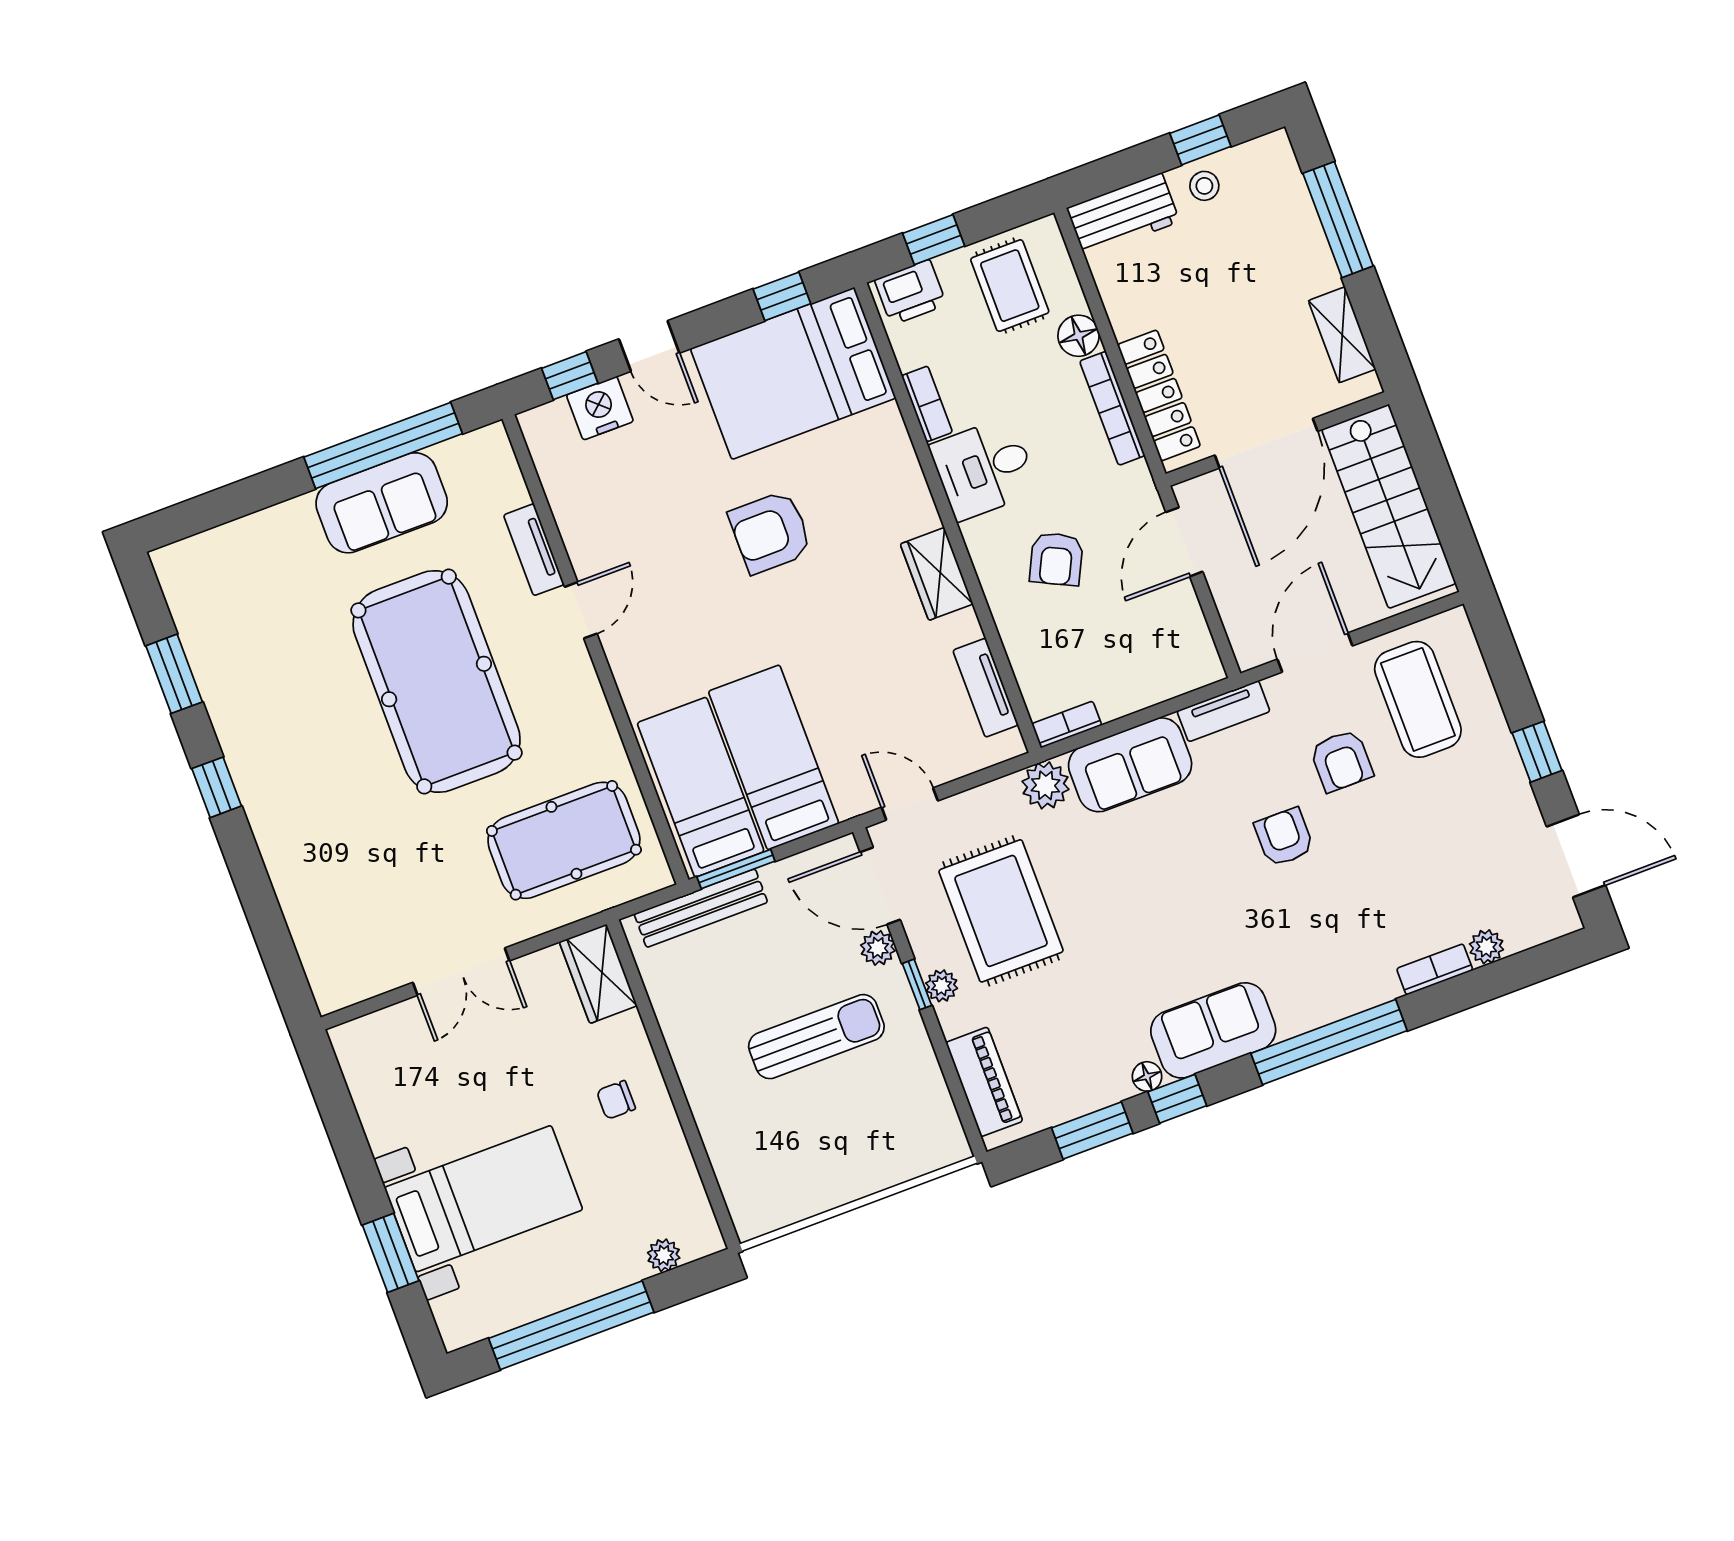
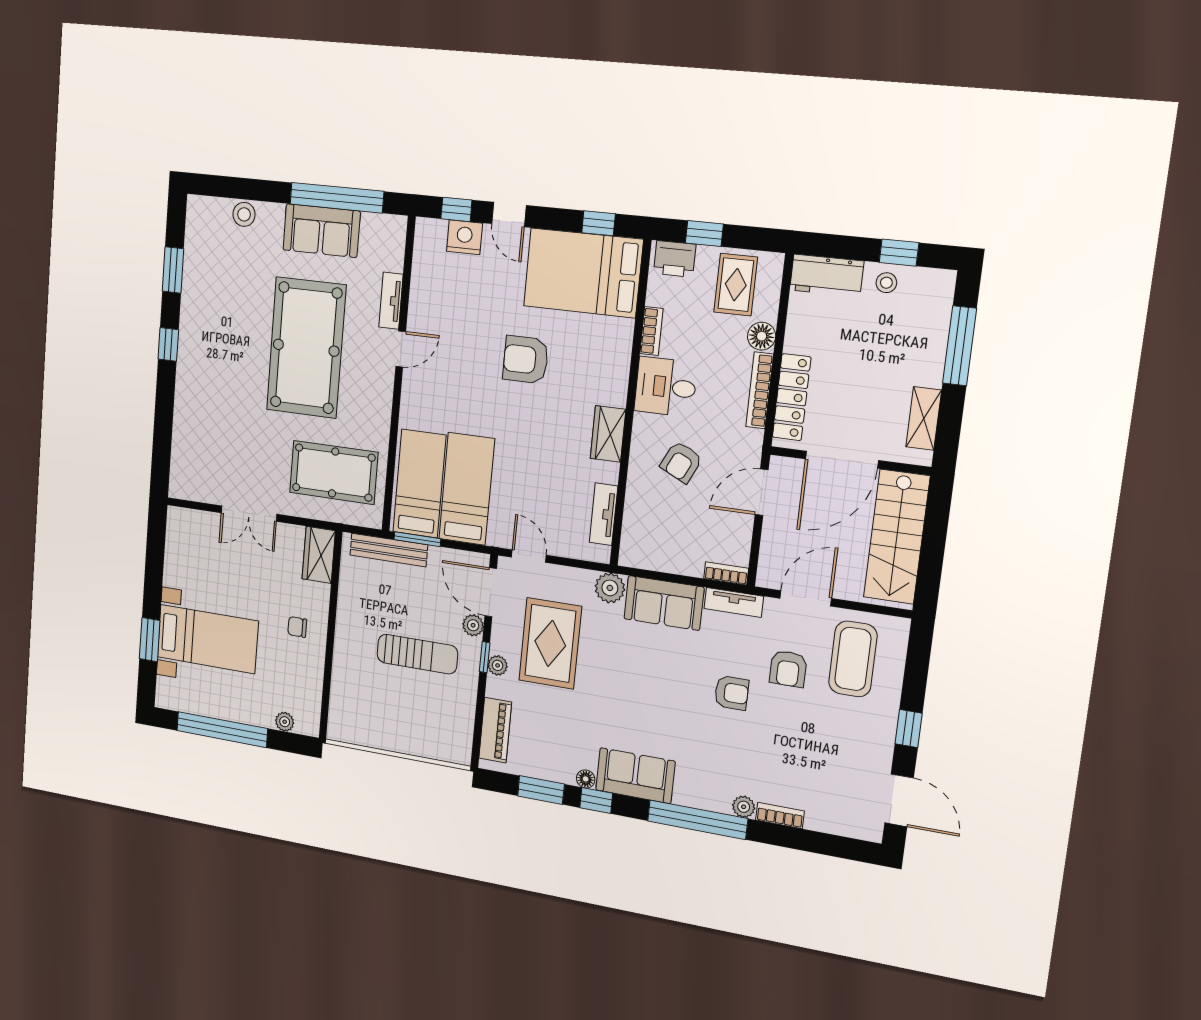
stool: (250, 538) -> (244, 214), added
bookcase: (1067, 725) -> (726, 573), moved
armchair: (1284, 837) -> (732, 693), turned 90
plant: (1486, 947) -> (744, 807), moved

